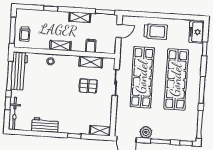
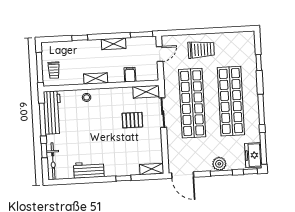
freezer: (196, 32) -> (253, 155), moved
shelving: (91, 62) -> (146, 92), moved
plant: (146, 132) -> (219, 164), moved

